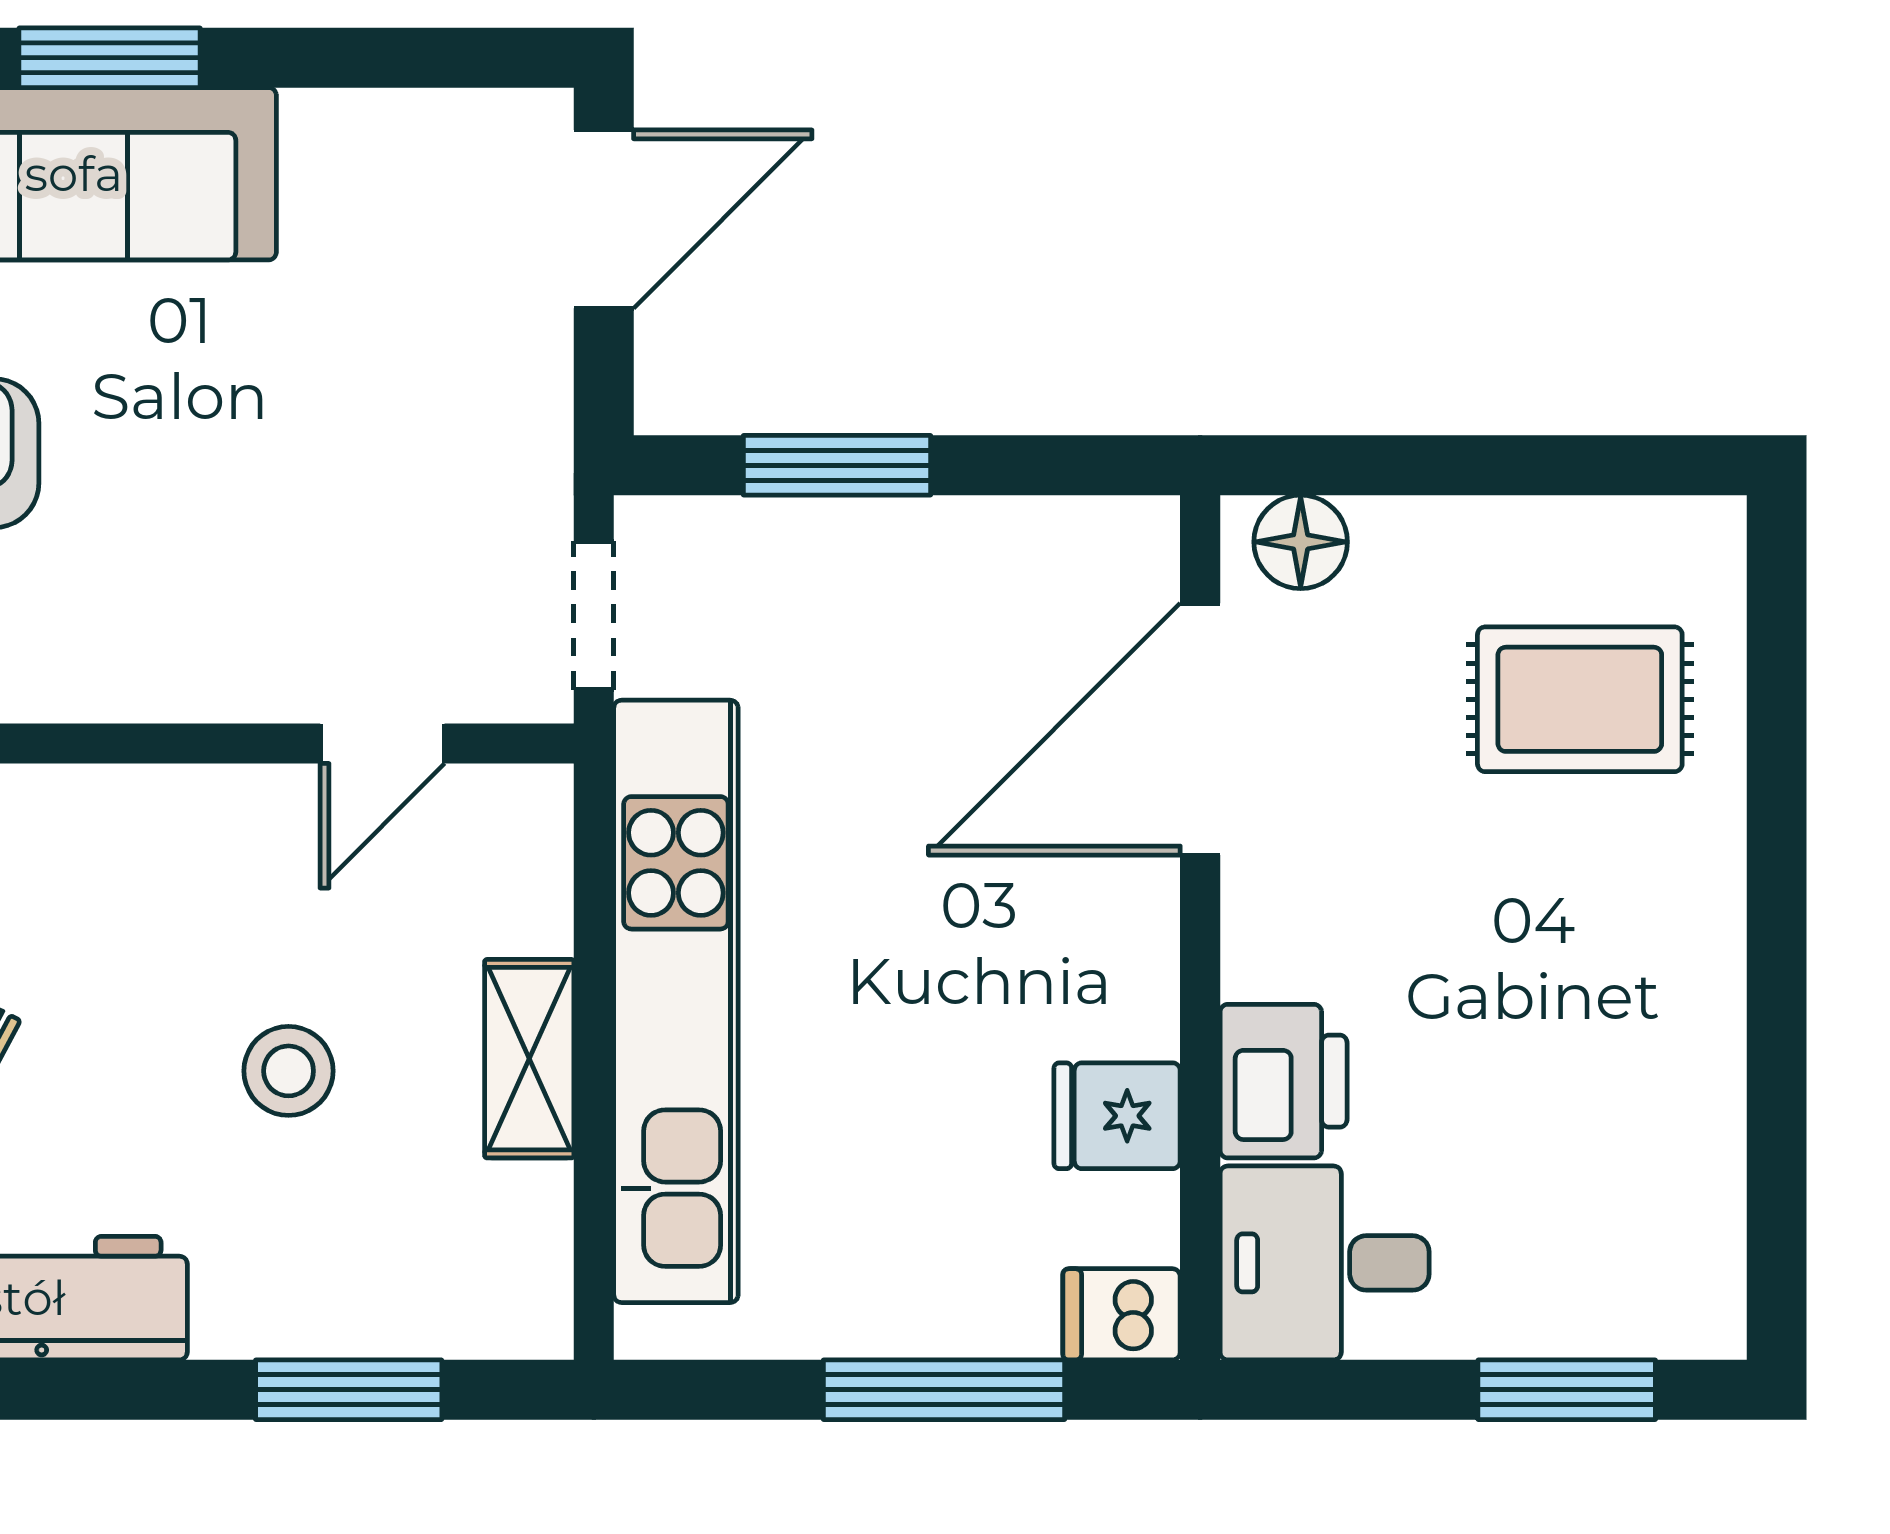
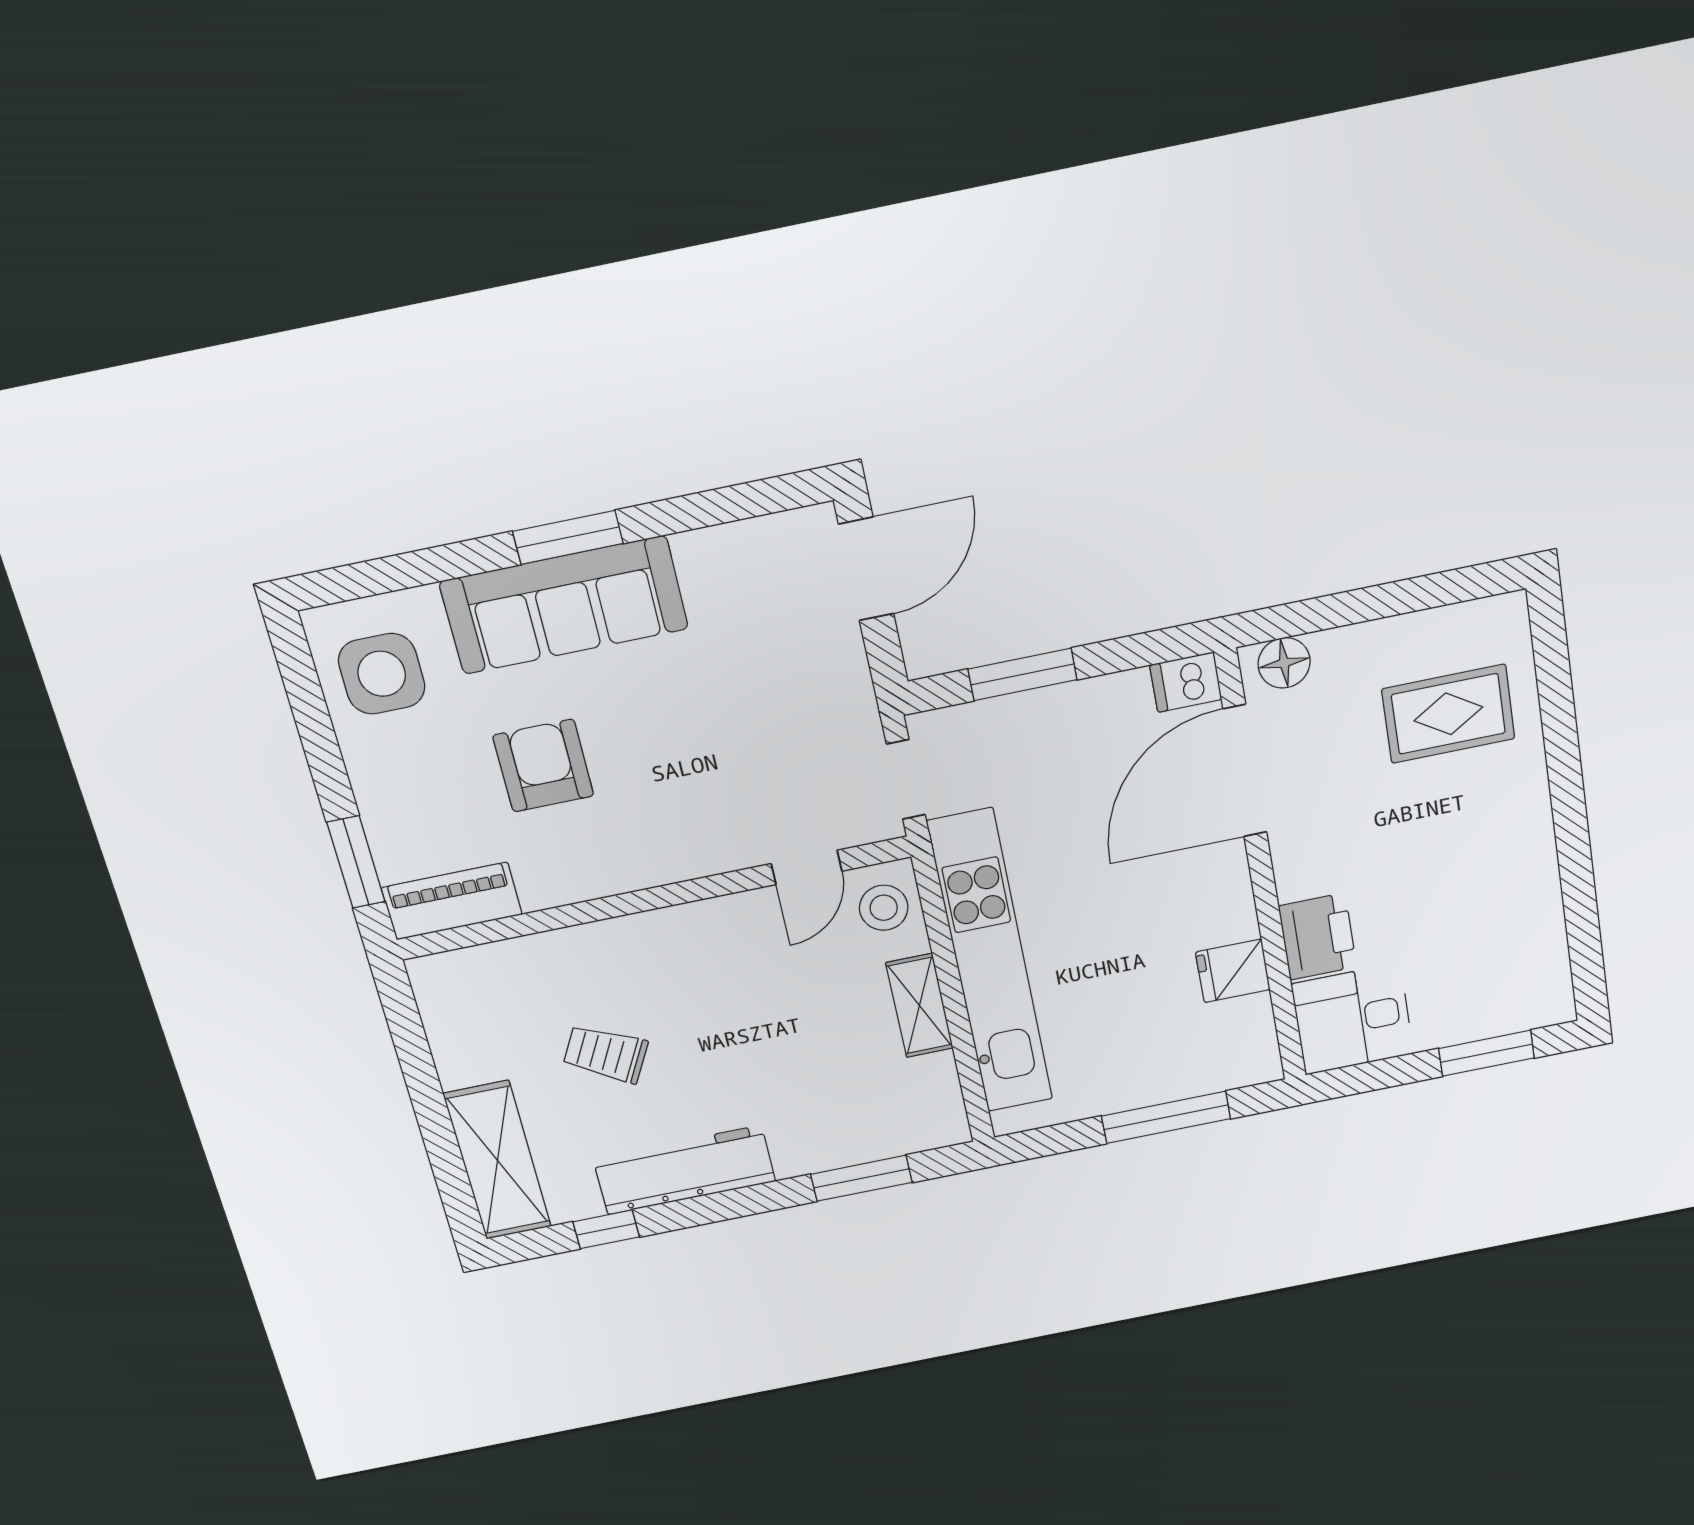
stool: (289, 1071) -> (884, 908), moved
dishwasher: (1121, 1314) -> (1186, 682), moved

